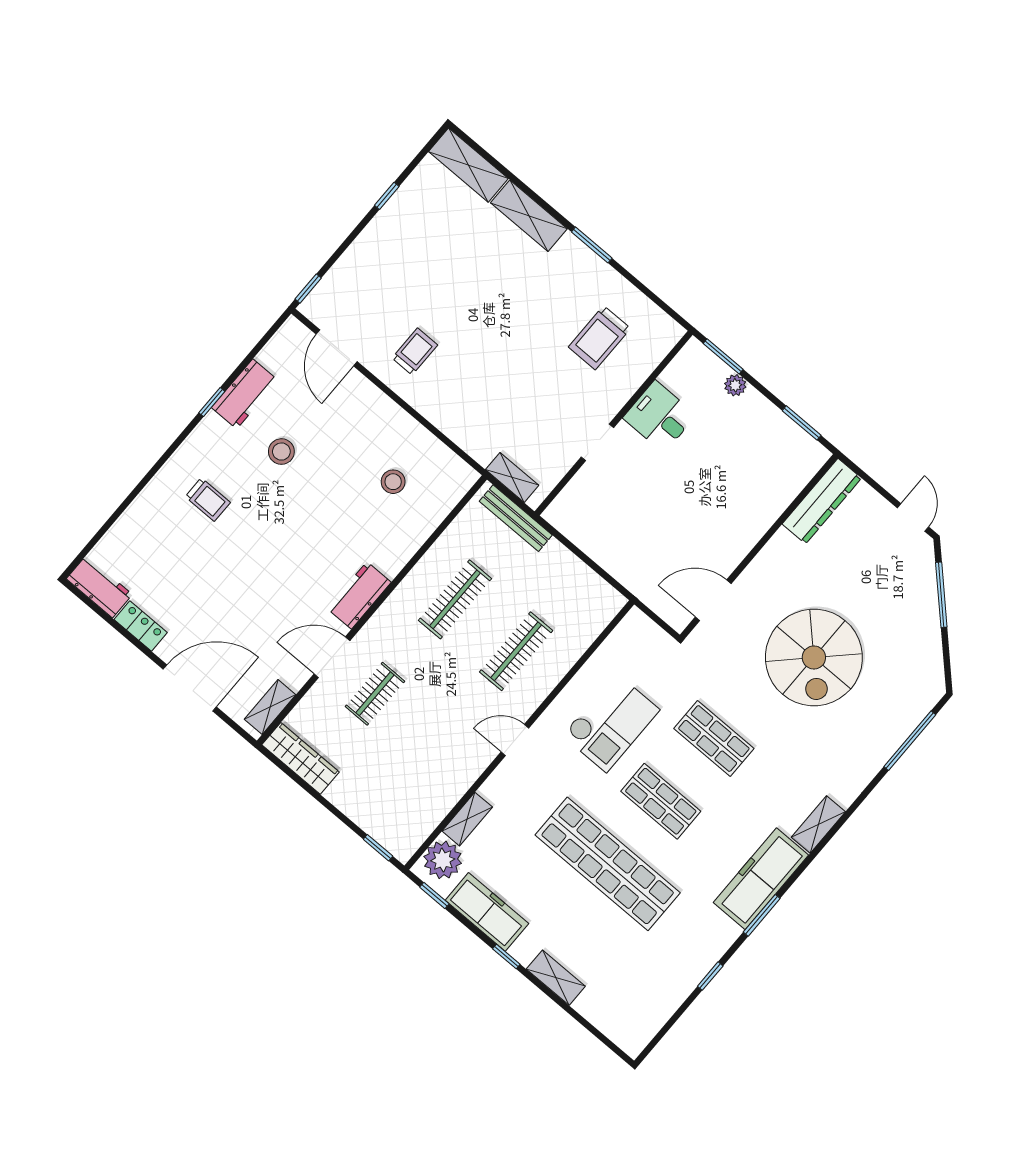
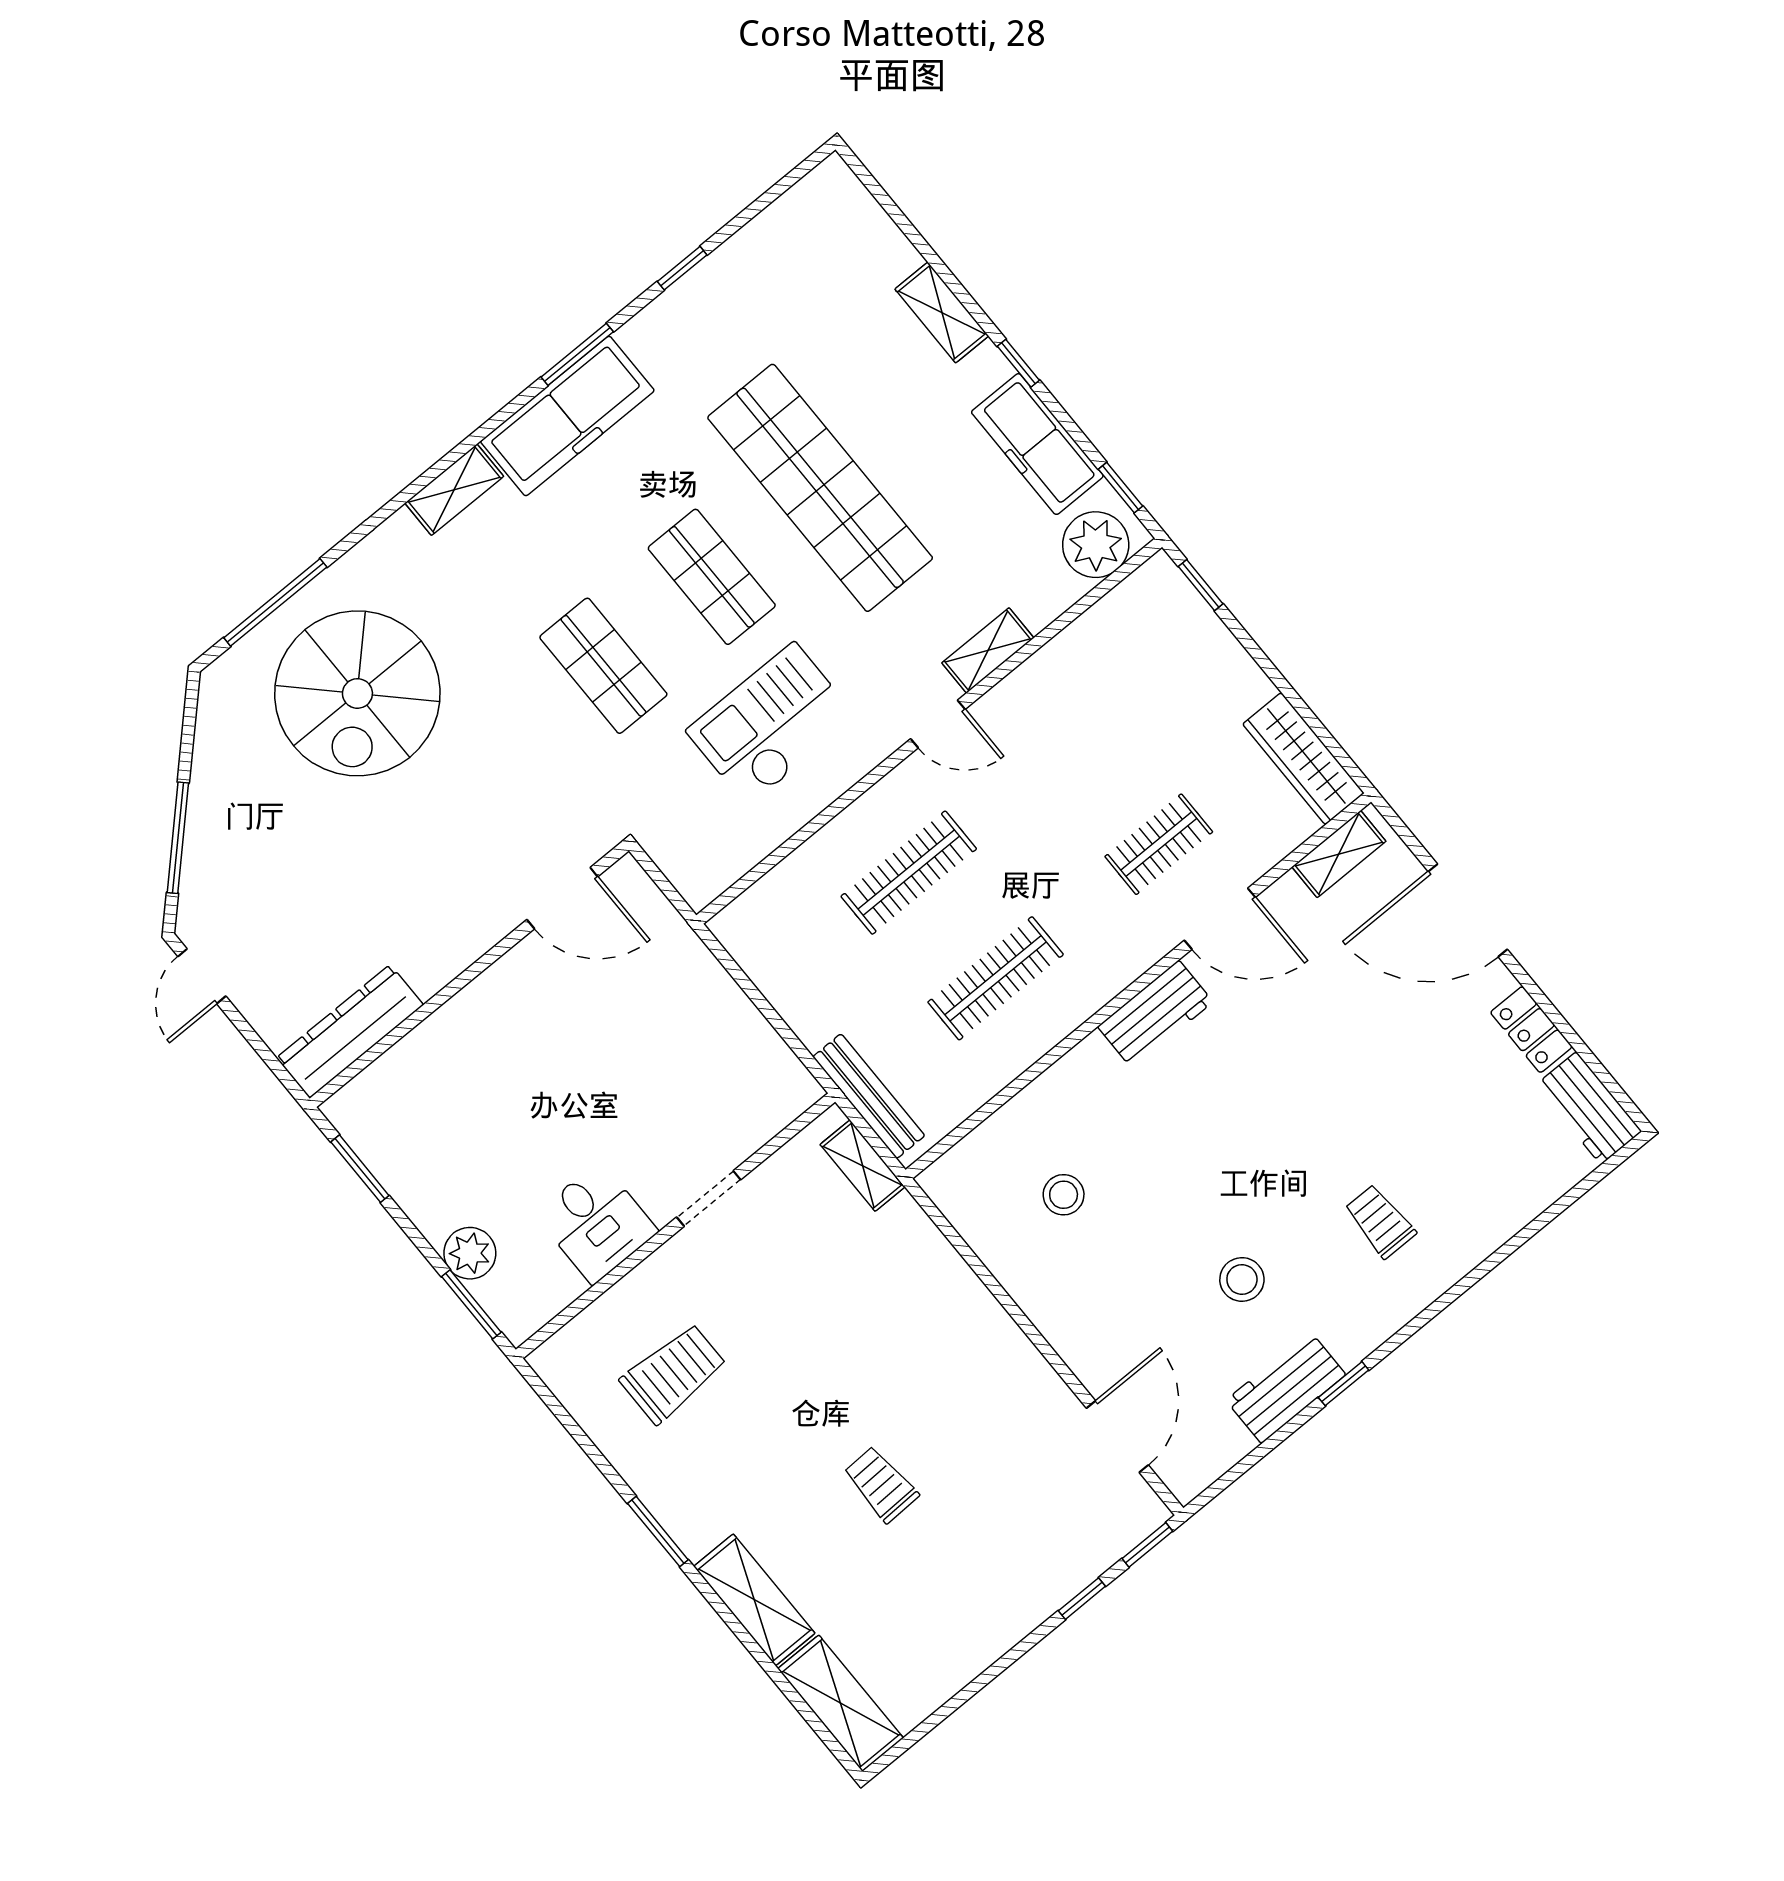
window: (387, 196) -> (1082, 1599), moved
trolley: (415, 351) -> (881, 1484), moved, turned 88
plant: (735, 385) -> (470, 1253), width x1.38, depth x1.38
spiral stairs: (814, 657) -> (357, 693), moved, turned 180
shelving: (467, 819) -> (988, 650), moved

